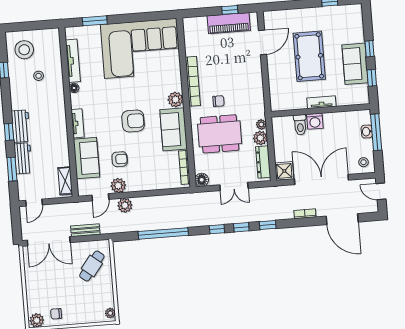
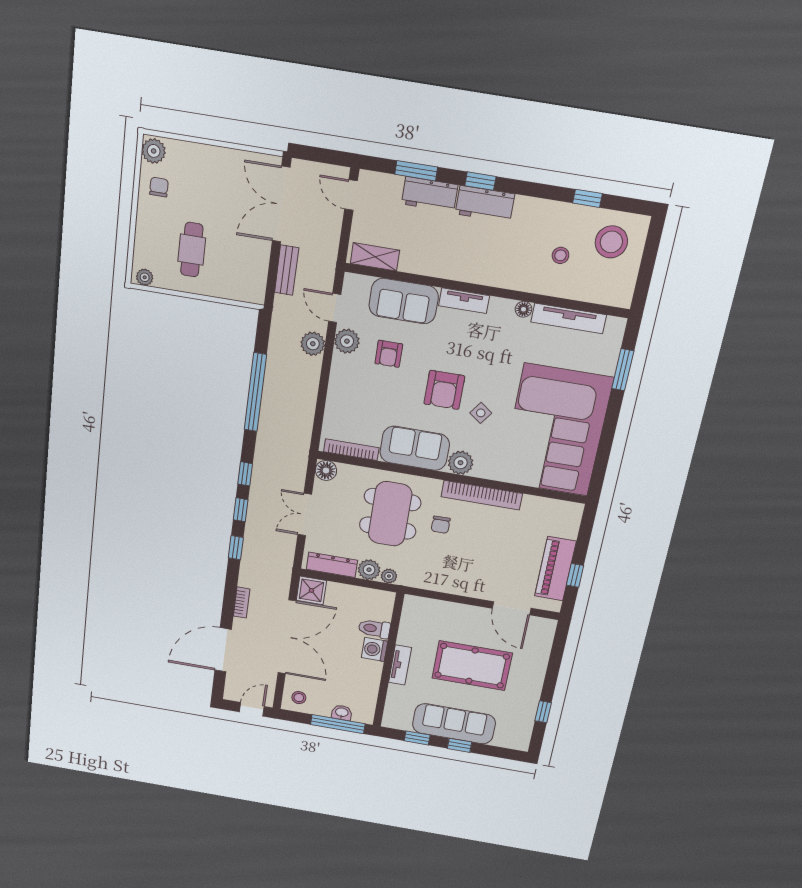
sofa: (355, 64) -> (454, 724), width x1.36
side table: (142, 96) -> (481, 413), added
cafe table: (92, 266) -> (192, 250), moved, turned 52

